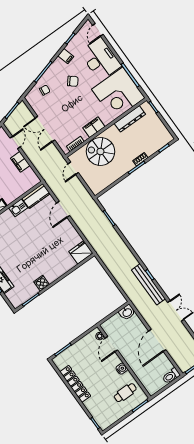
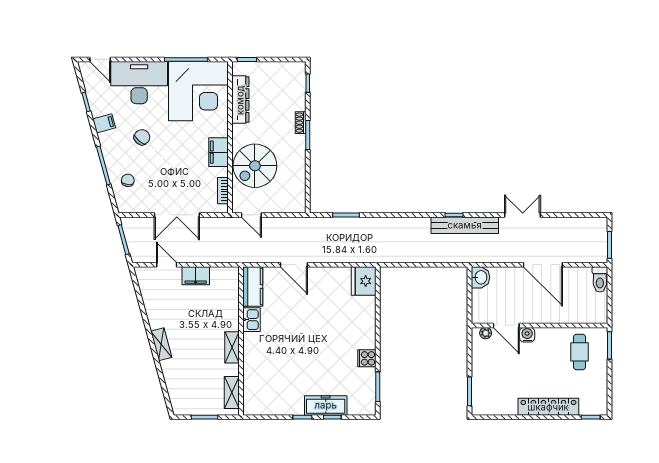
water cooler: (122, 369) -> (527, 335), moved
locker: (75, 384) -> (548, 407), moved

